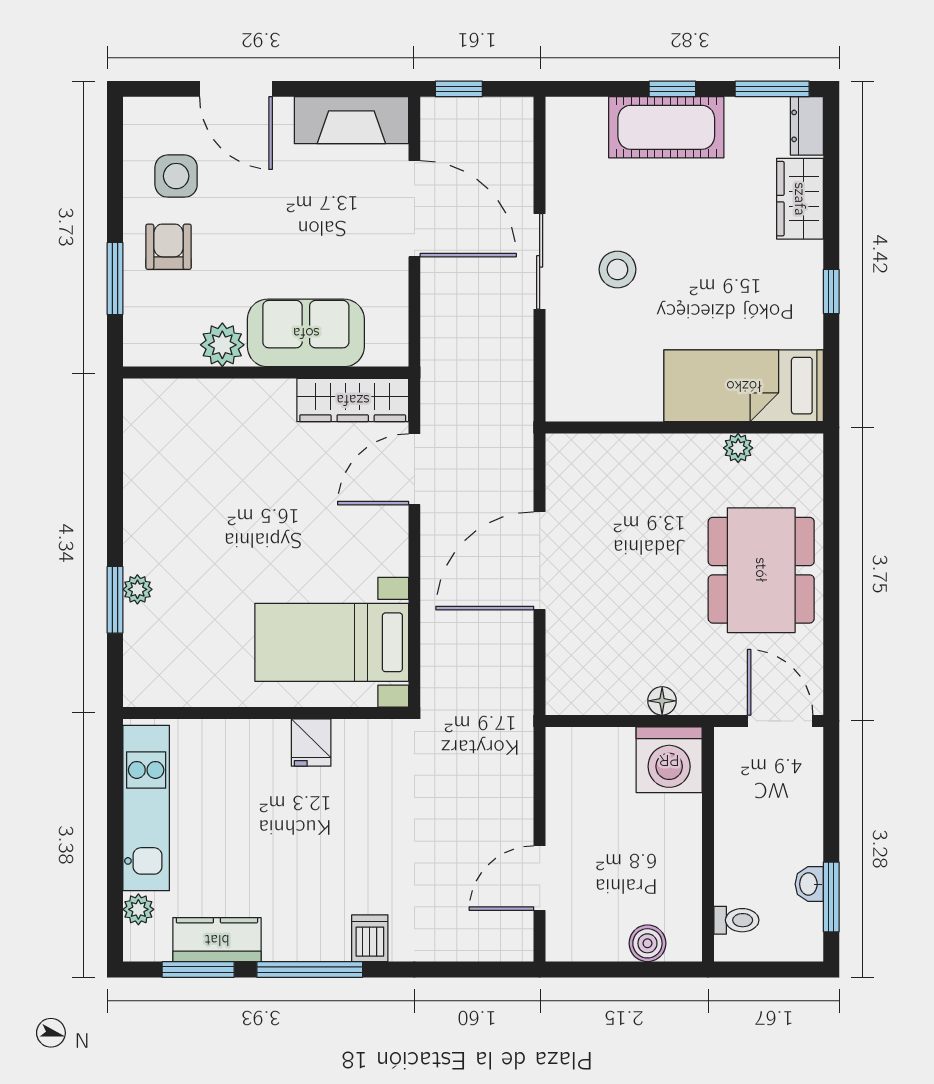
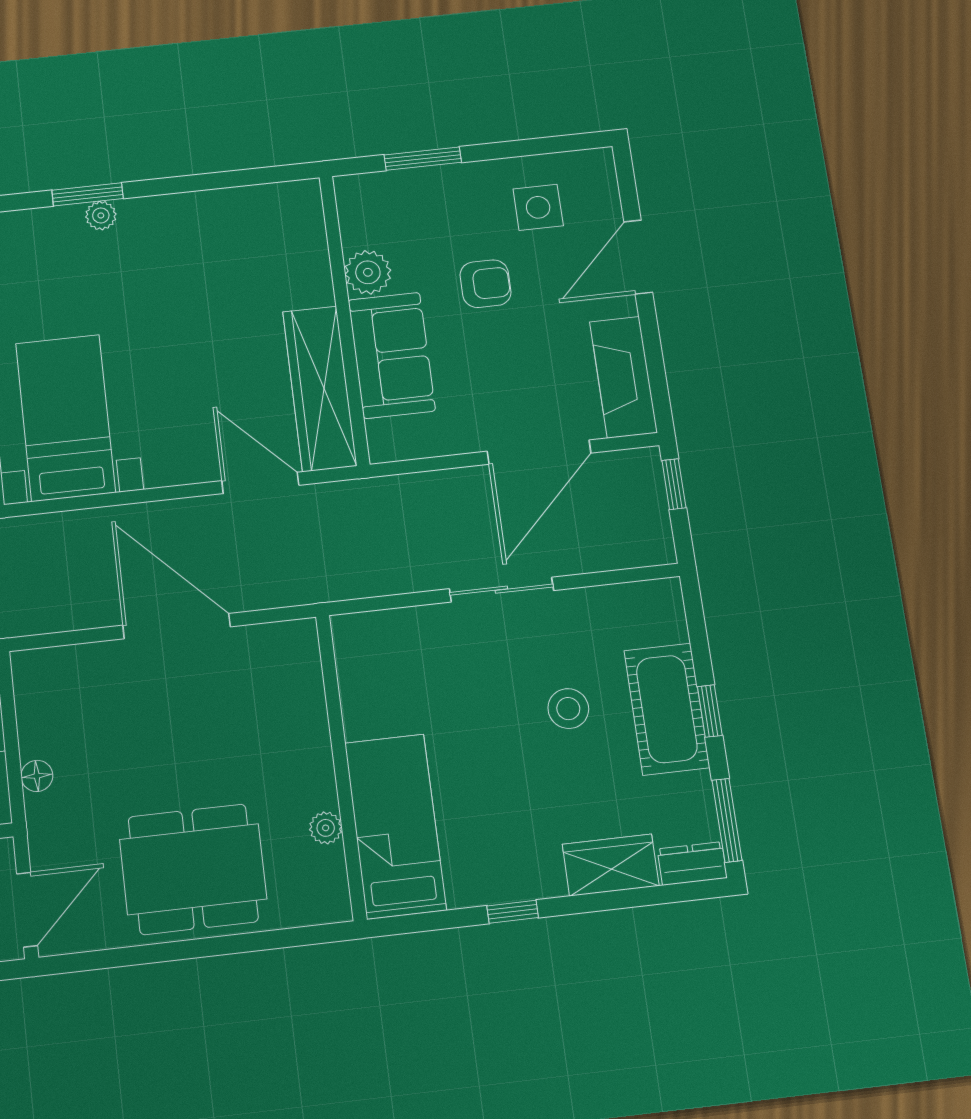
armchair: (169, 247) -> (486, 284), moved
stool: (617, 269) -> (568, 709), moved
wardrobe: (353, 400) -> (320, 388), width x1.40, depth x1.17

